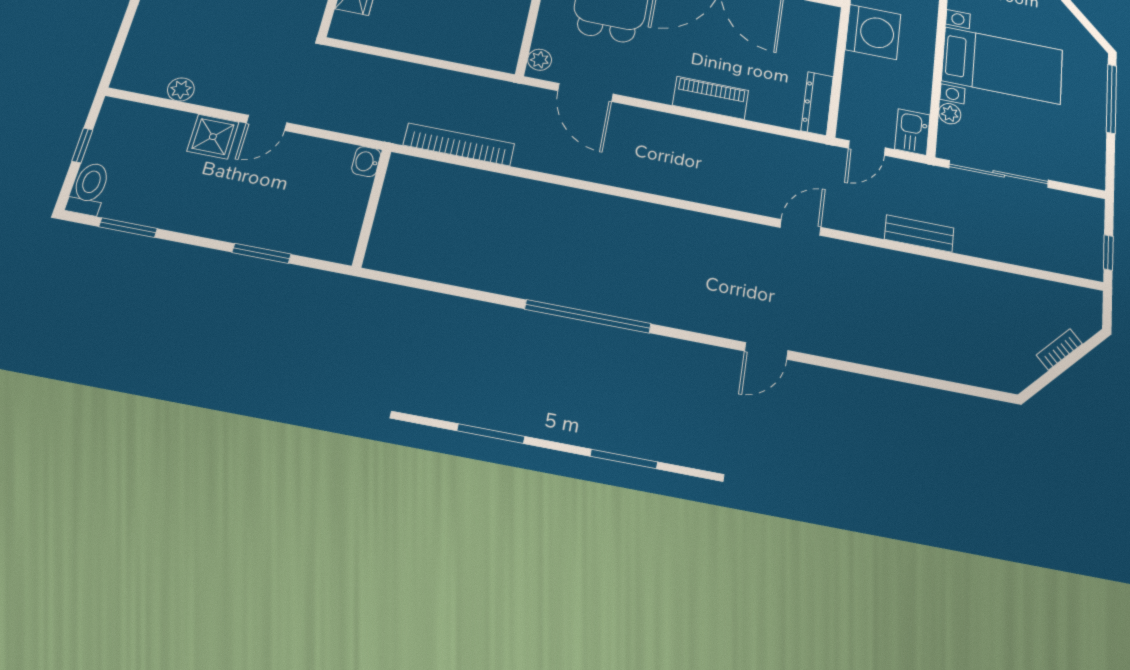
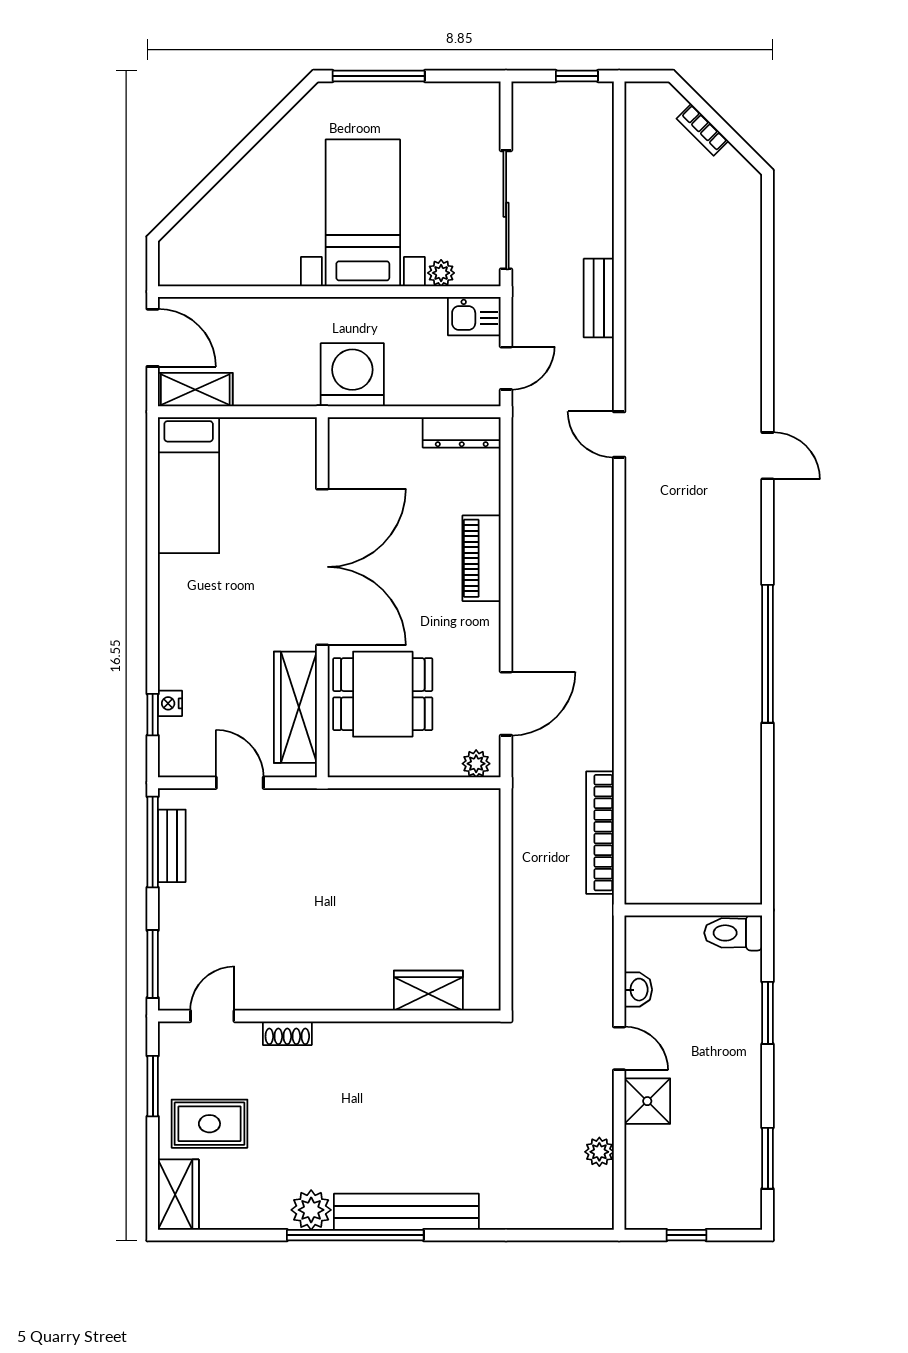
door: (867, 148) -> (506, 368), hinge flipped
washbasin: (366, 162) -> (638, 990), moved, turned -90
toilet: (89, 189) -> (733, 933), moved

